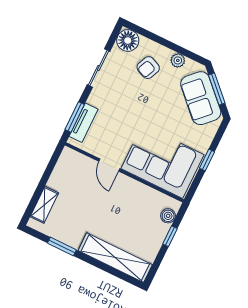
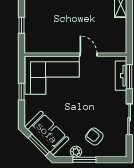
floor lamp: (128, 40) -> (118, 149), removed
window: (173, 46) -> (84, 160), added
armchair: (148, 68) -> (94, 137), turned -76
boiler: (168, 216) -> (30, 39), removed

